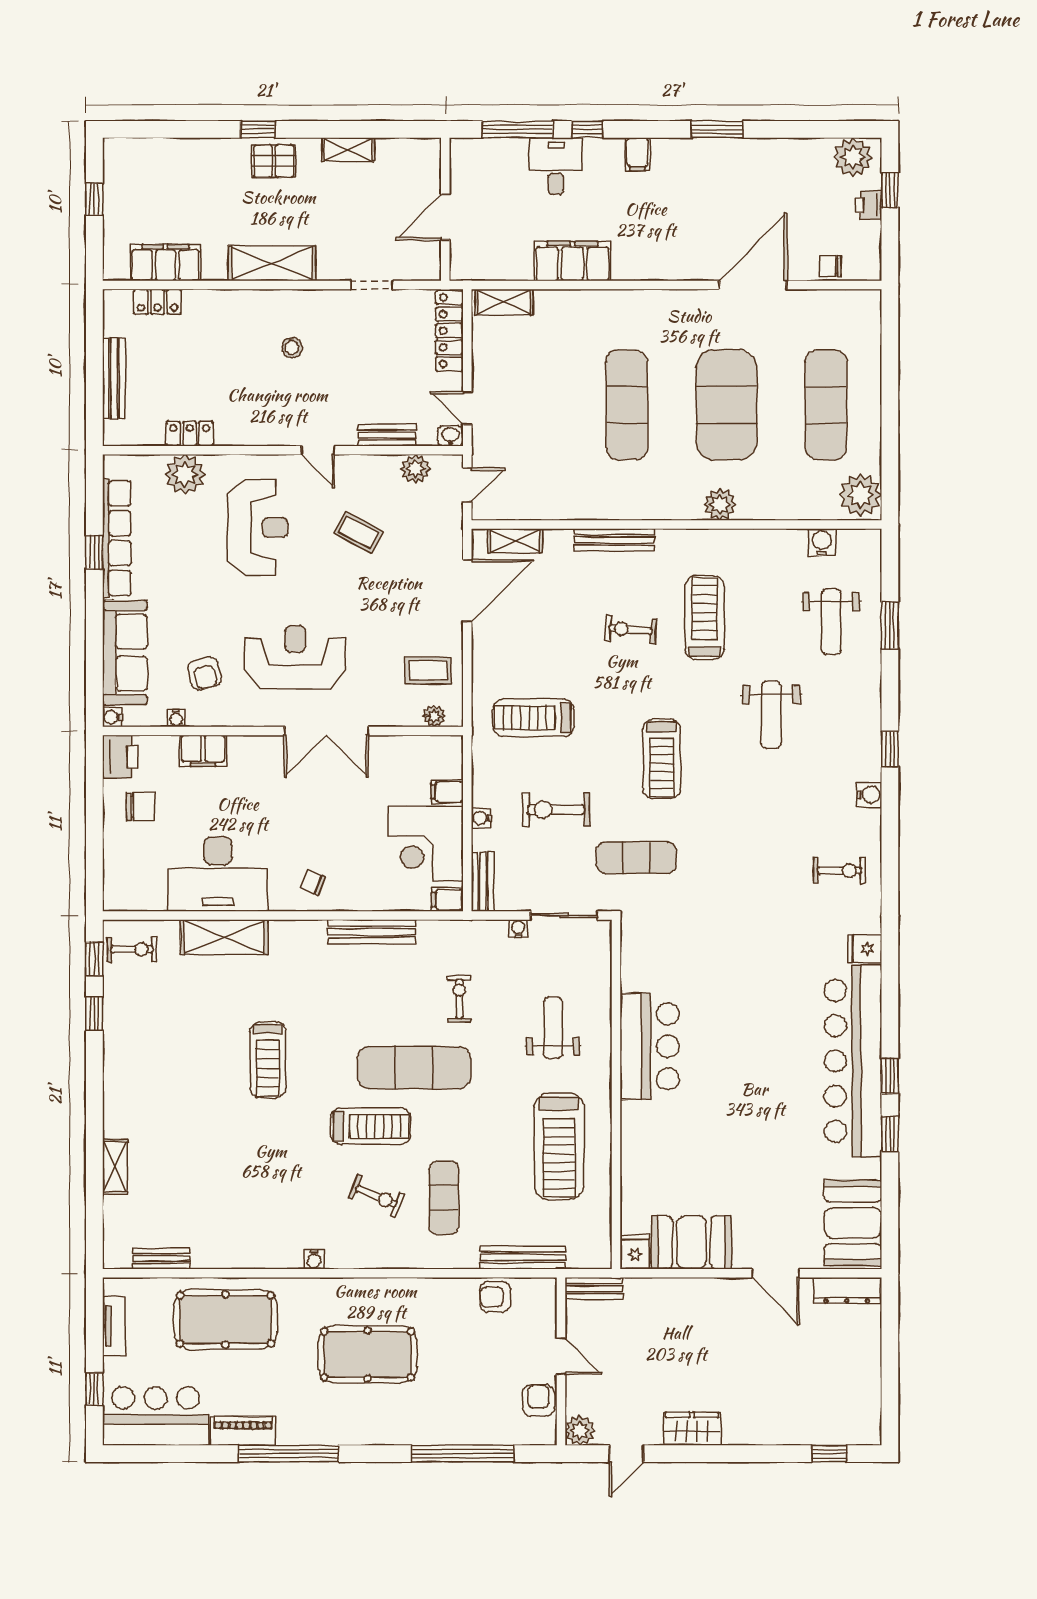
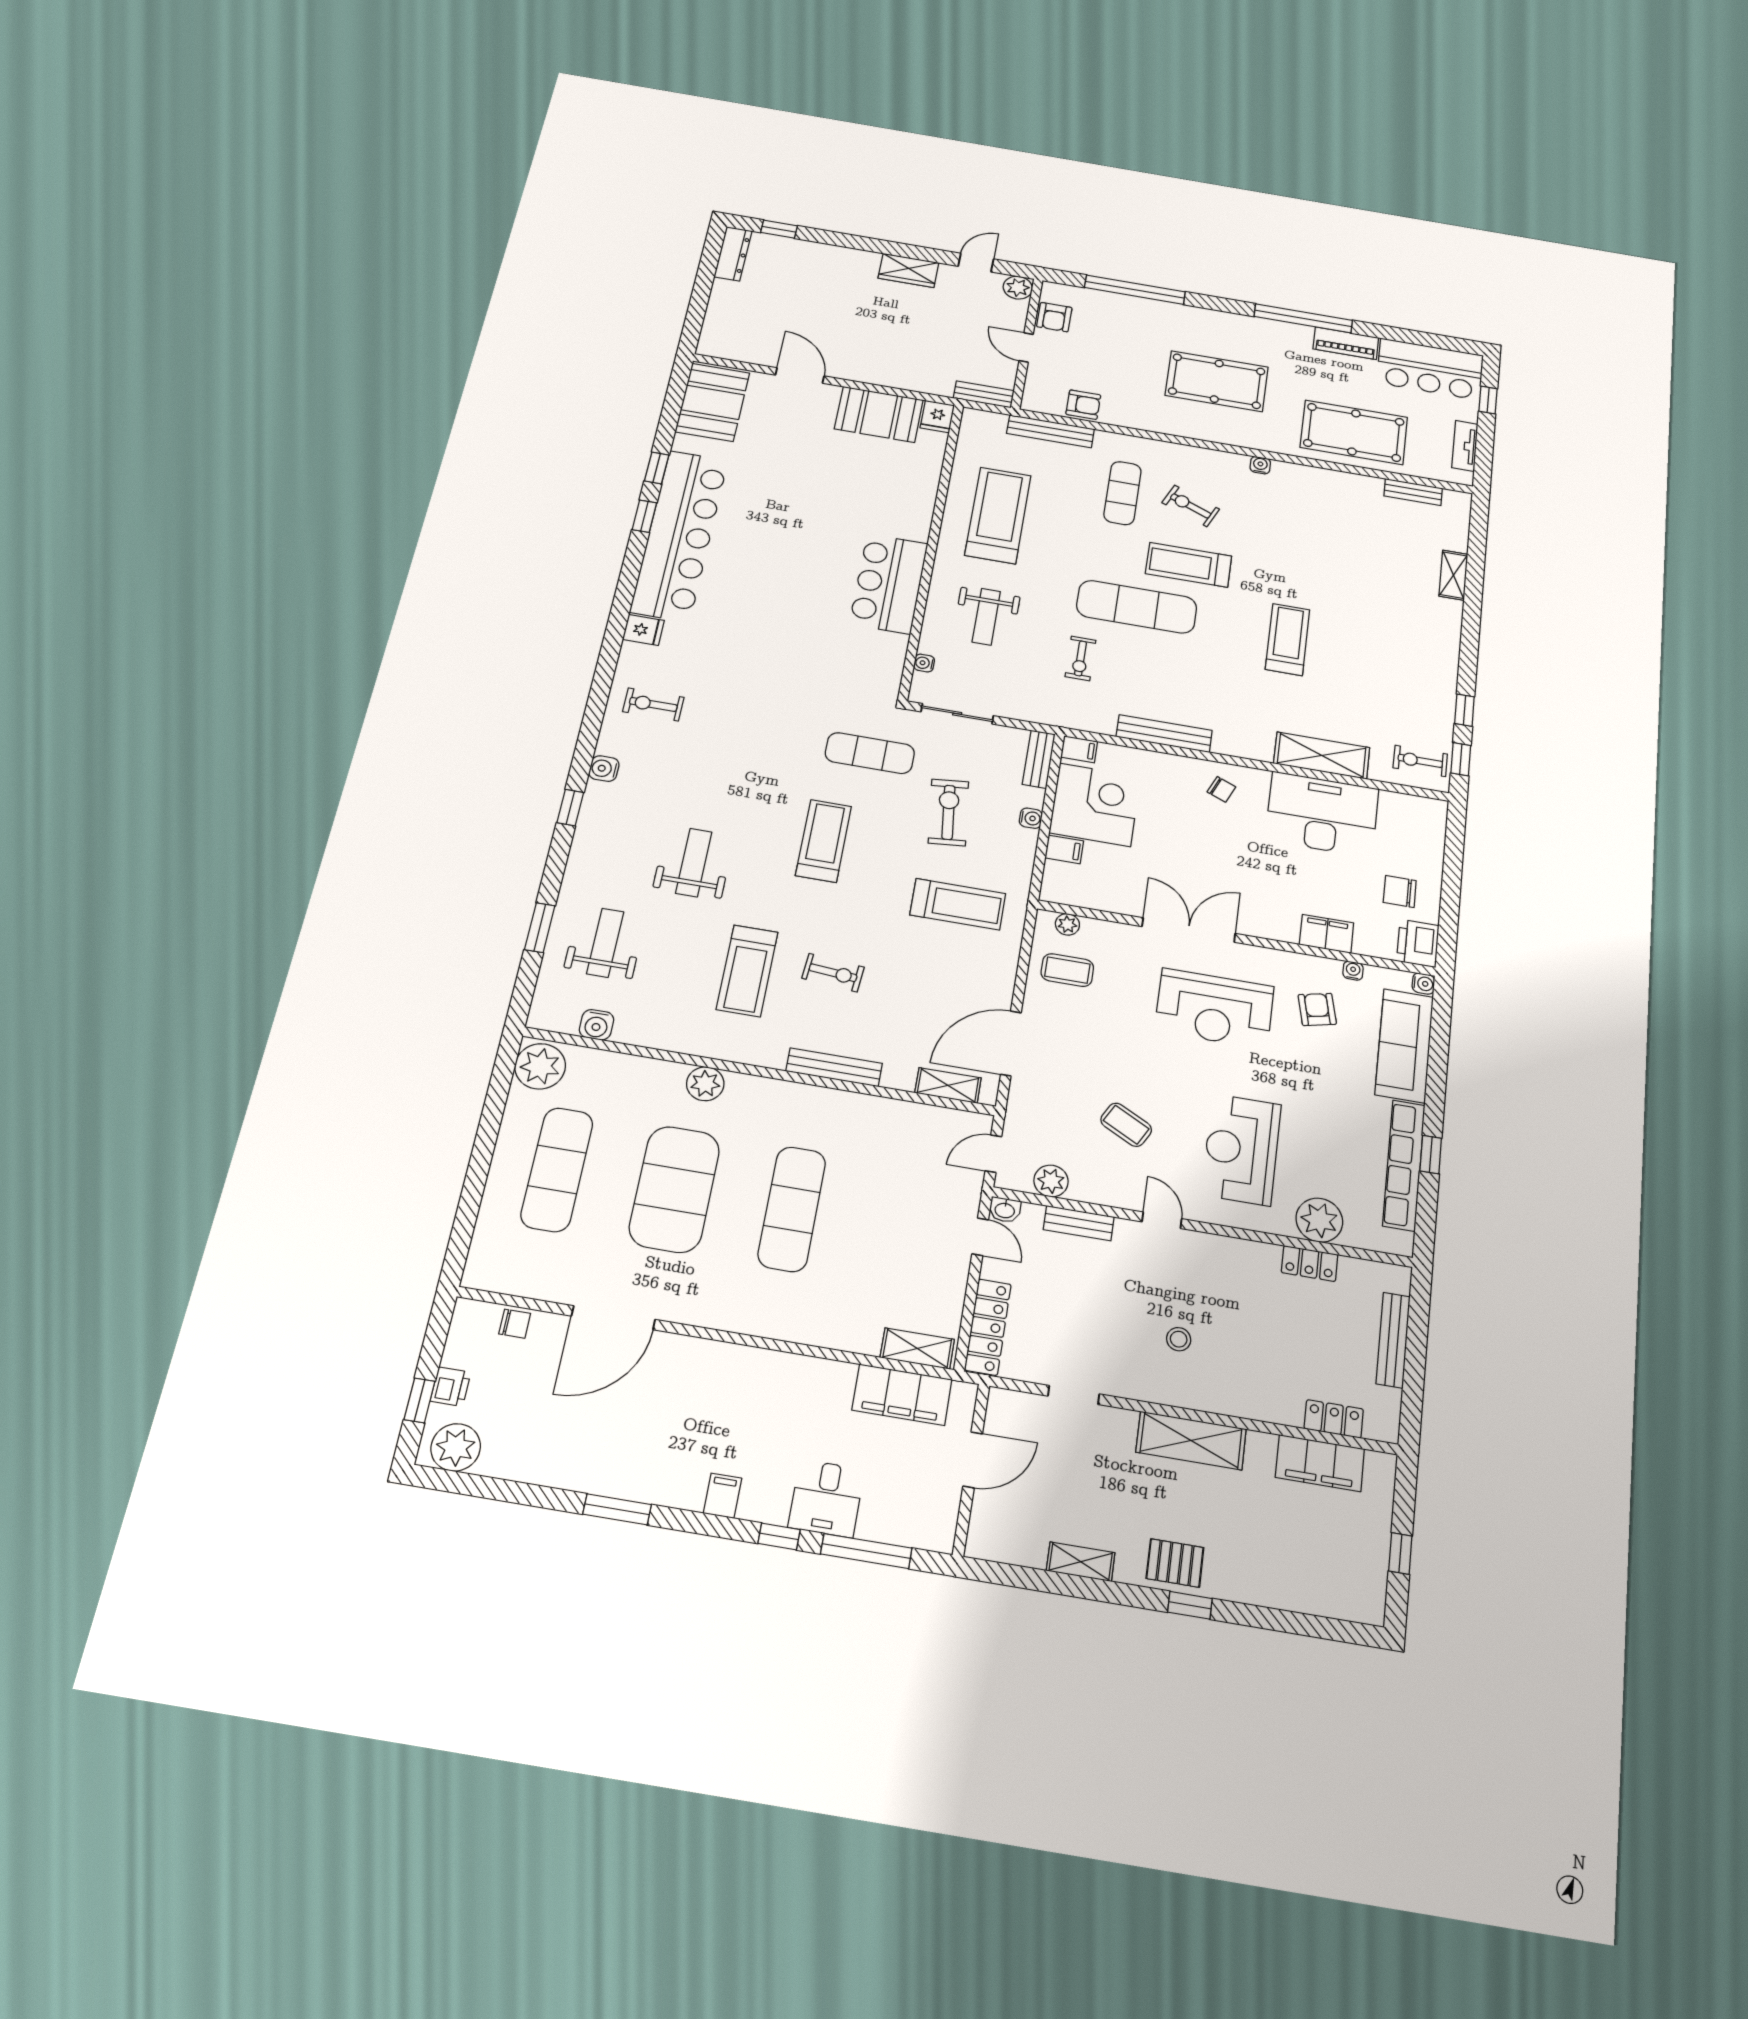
filing cabinet: (572, 261) -> (902, 1395), moved
exercise bike: (556, 810) -> (948, 812), turned -96
water cooler: (518, 929) -> (924, 663), moved, turned 90
dresser: (847, 1291) -> (733, 254), moved, turned 90

